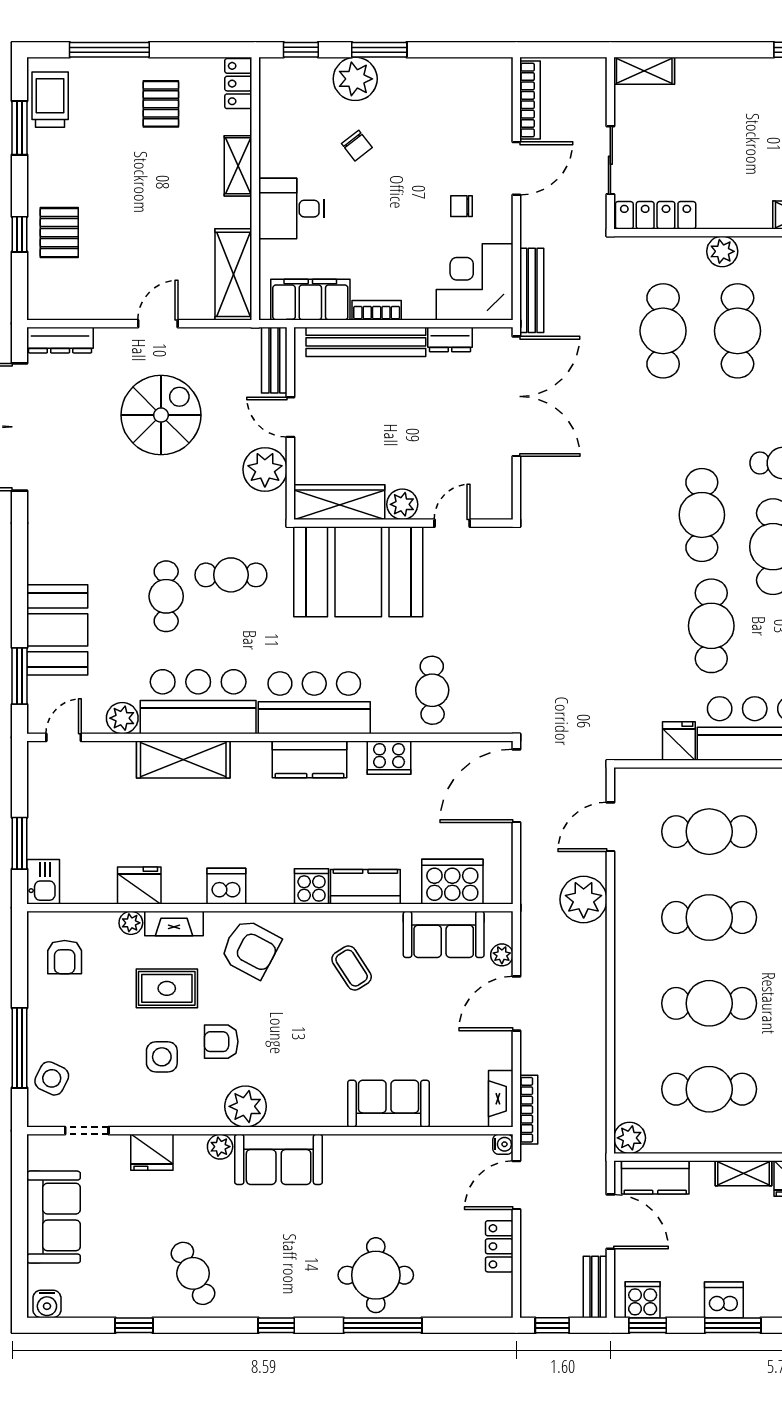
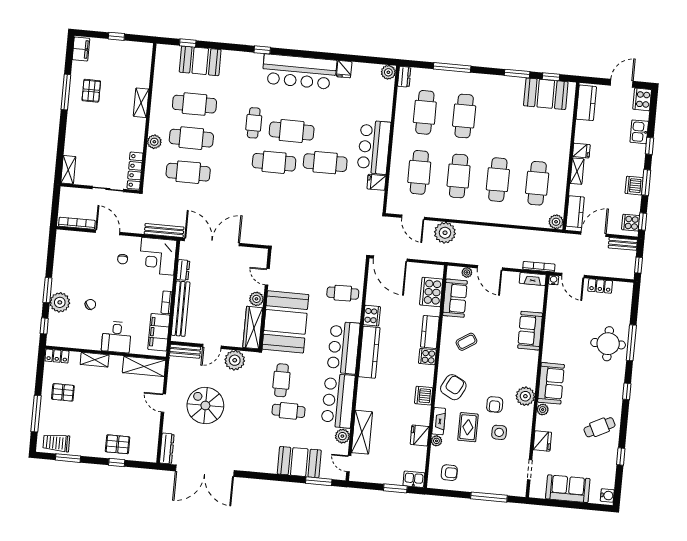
kitchen counter: (310, 759) -> (369, 352), width x1.50
shelving: (183, 760) -> (362, 432), moved
side table: (52, 1078) -> (504, 484), removed

